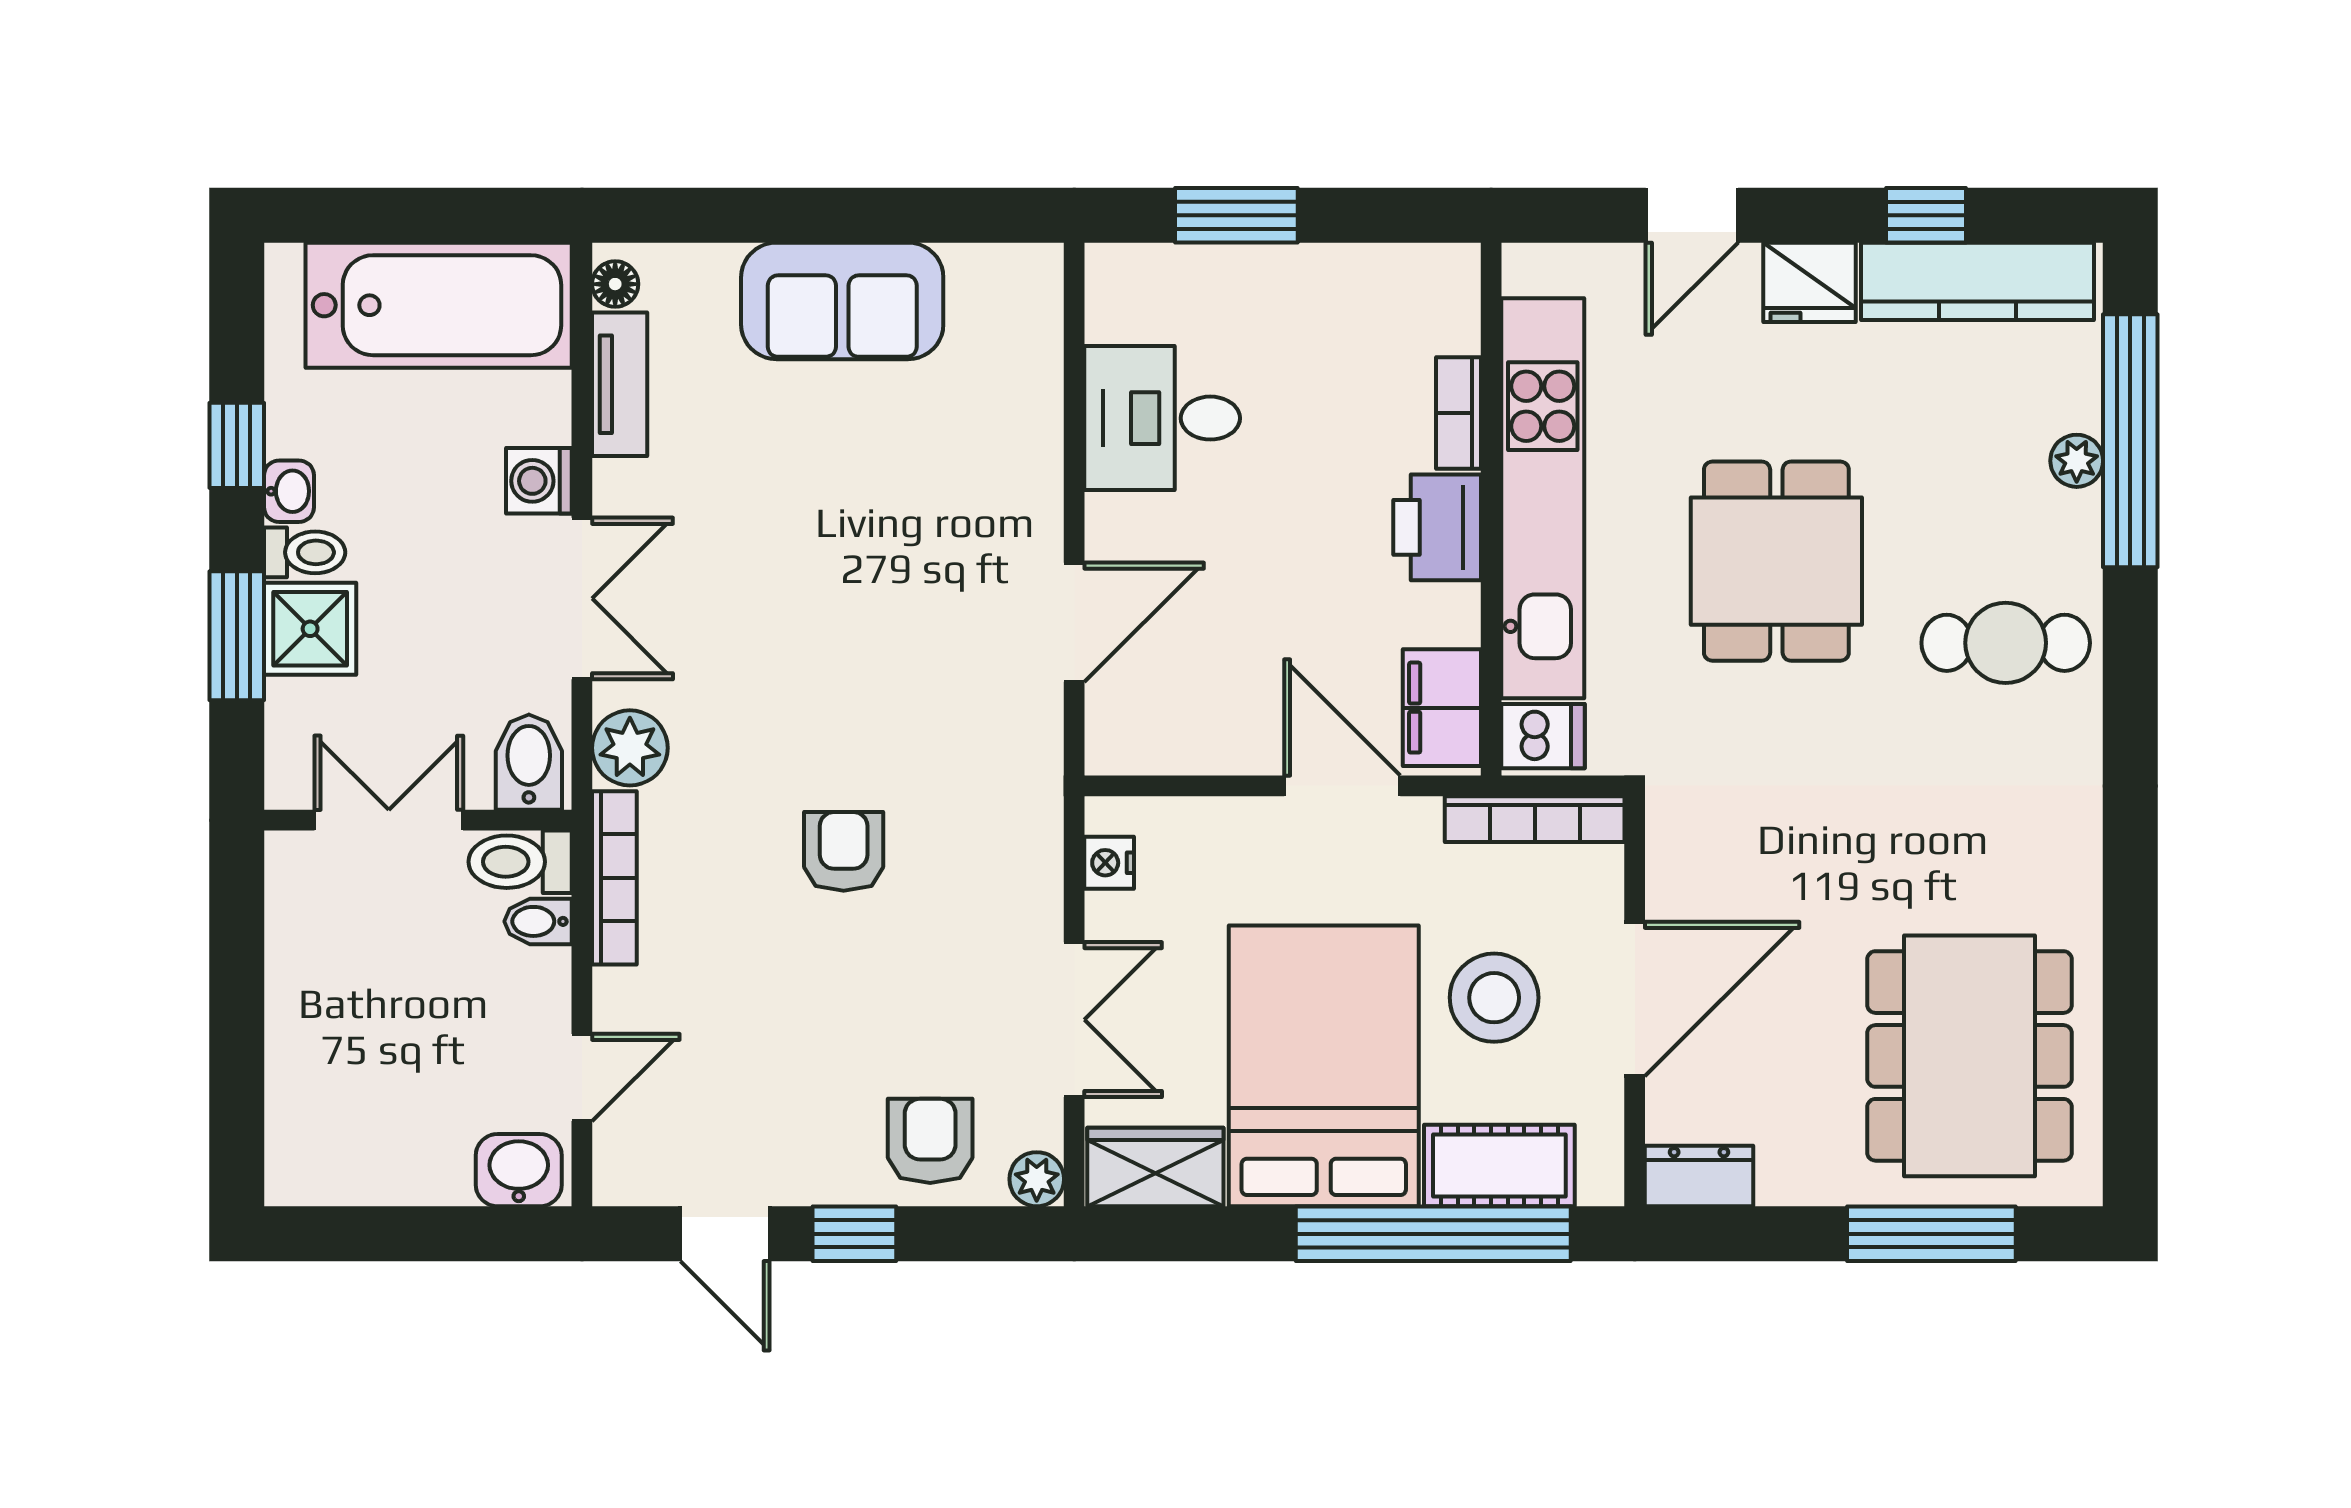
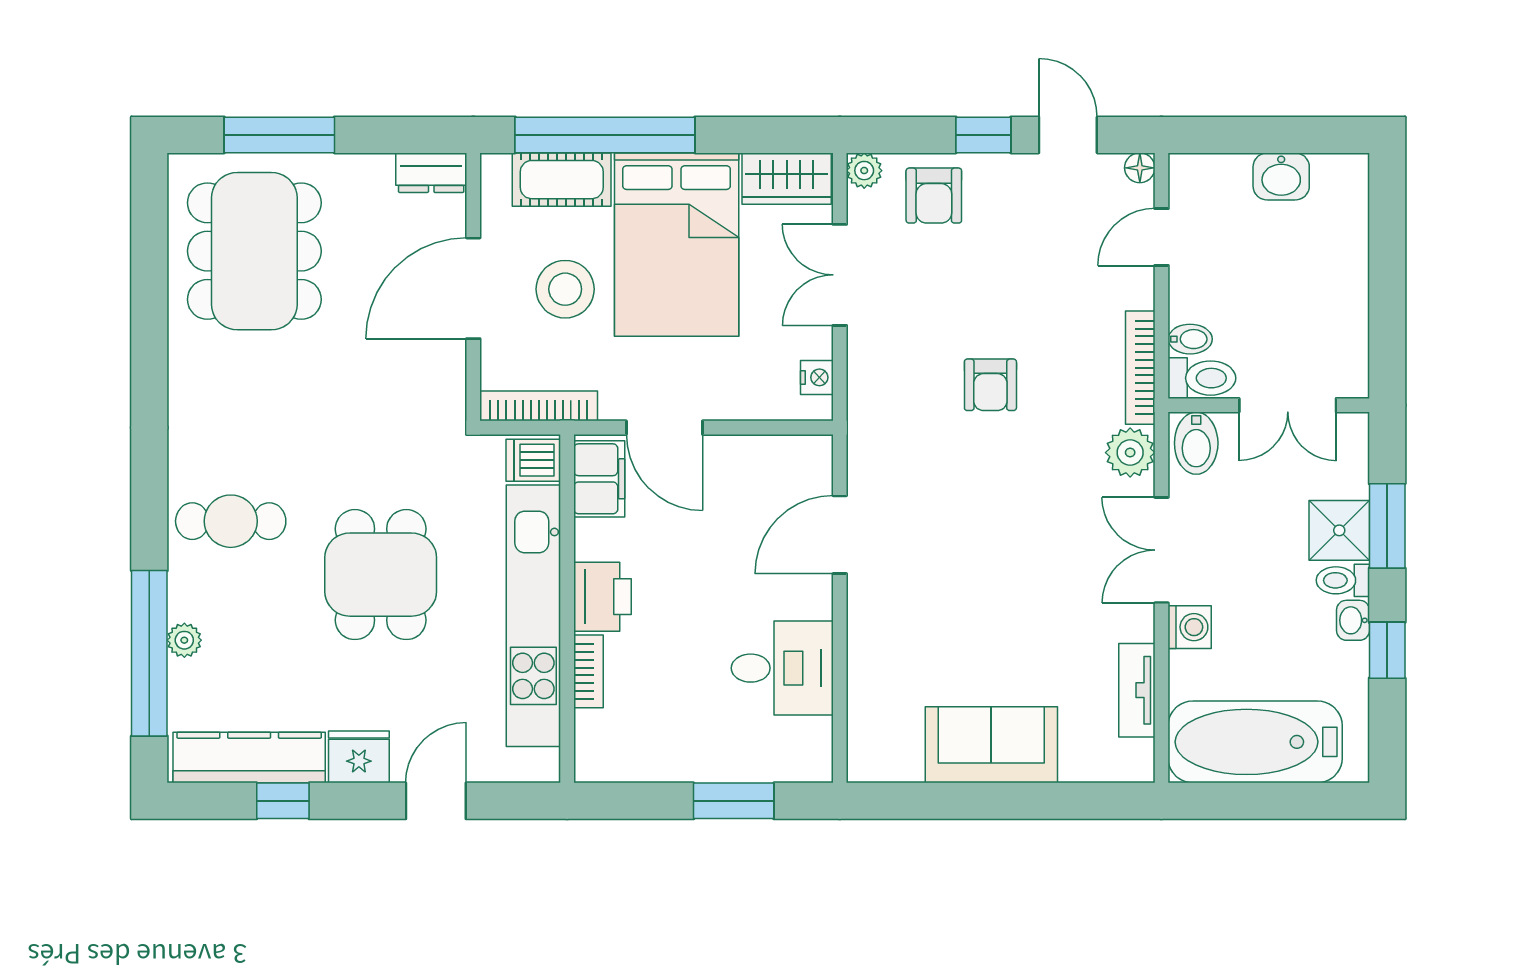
floor lamp: (615, 284) -> (1140, 168), moved
washbasin: (519, 1170) -> (1281, 176), moved

